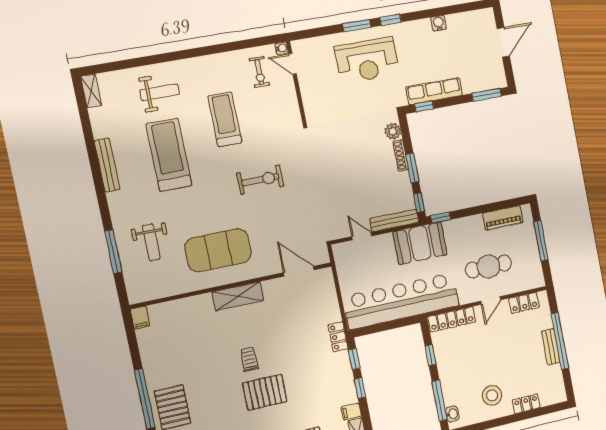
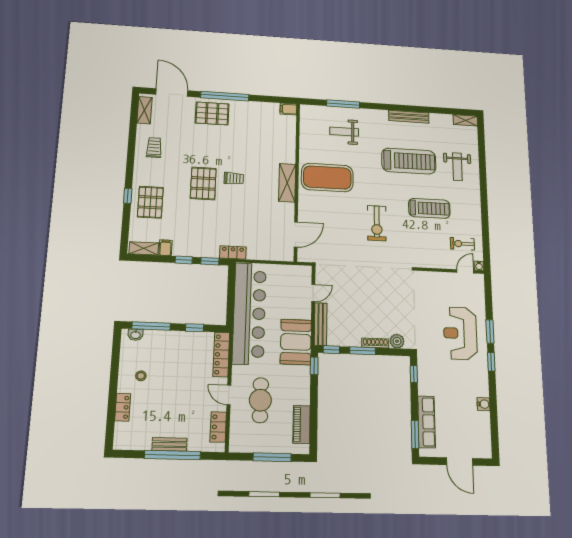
row of seats: (434, 91) -> (426, 422), moved
exercise mat: (218, 250) -> (327, 178), turned 90
stool: (492, 395) -> (141, 376), width x0.53, depth x0.53

